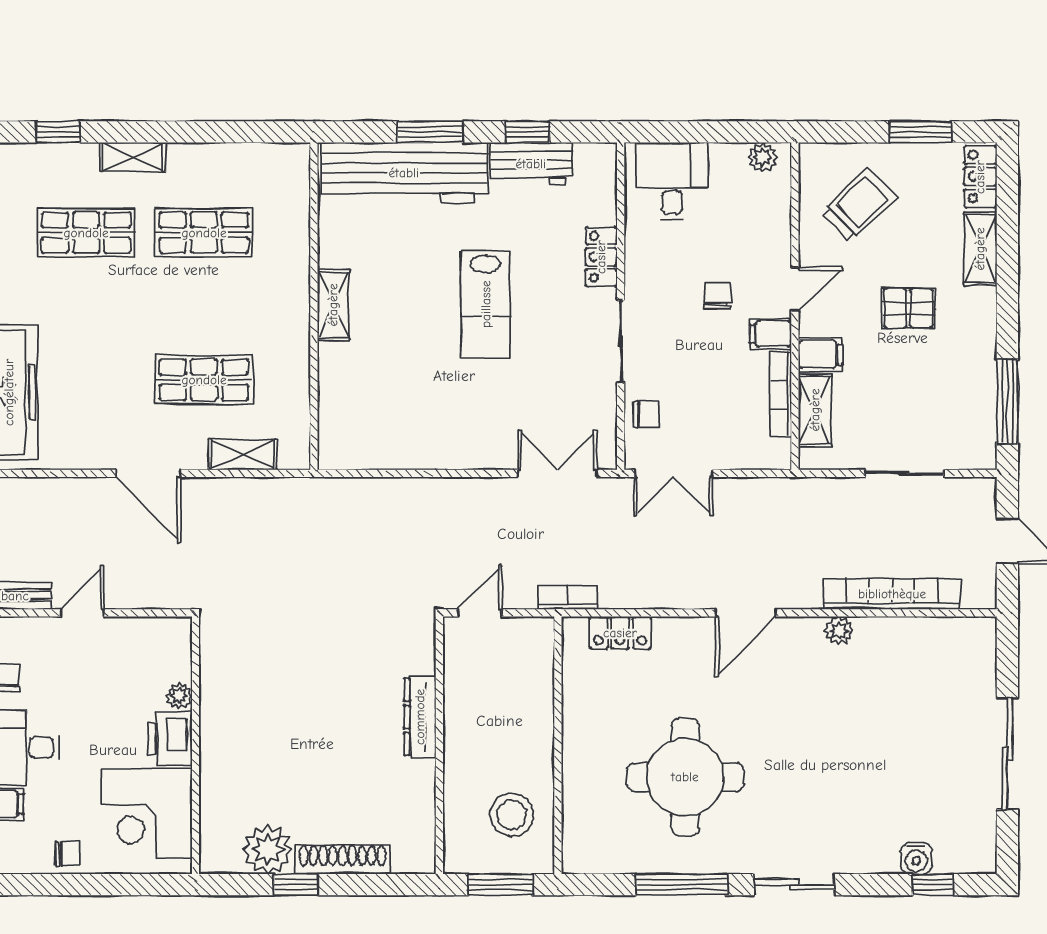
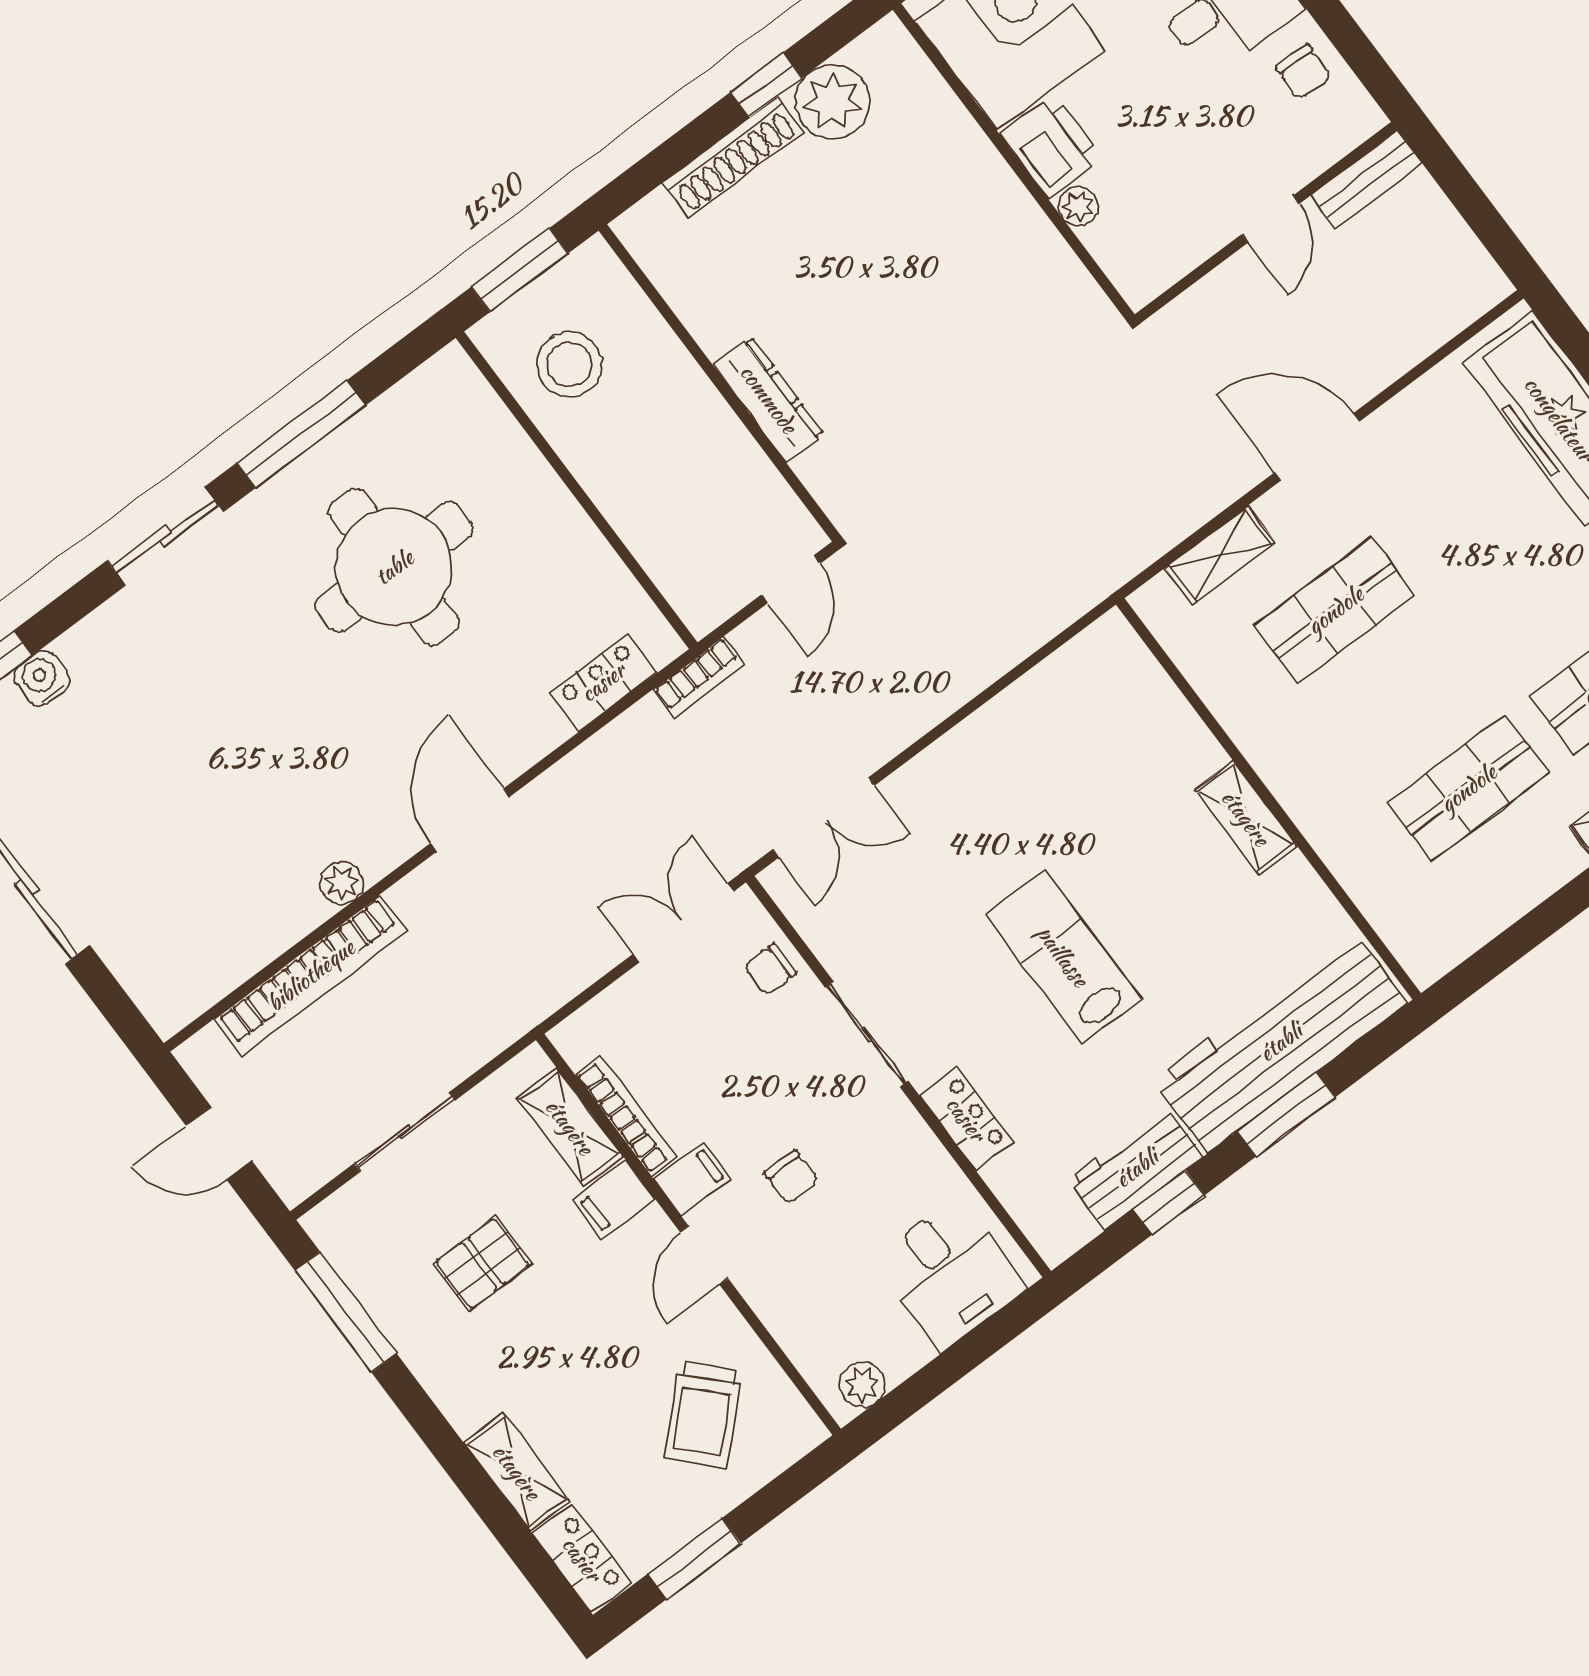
pallet: (908, 308) -> (482, 1264), moved

